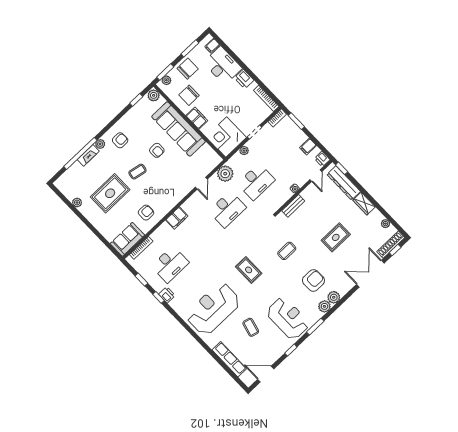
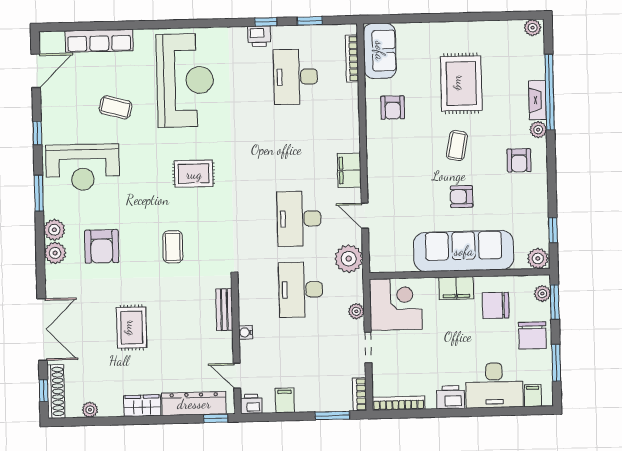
chair: (189, 95) -> (496, 305), turned -90
plant: (77, 203) -> (533, 28), moved
filing cabinet: (177, 218) -> (349, 170), moved

